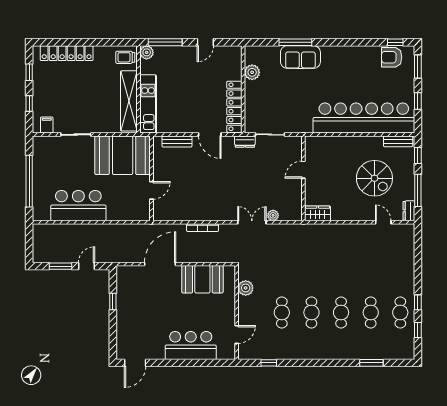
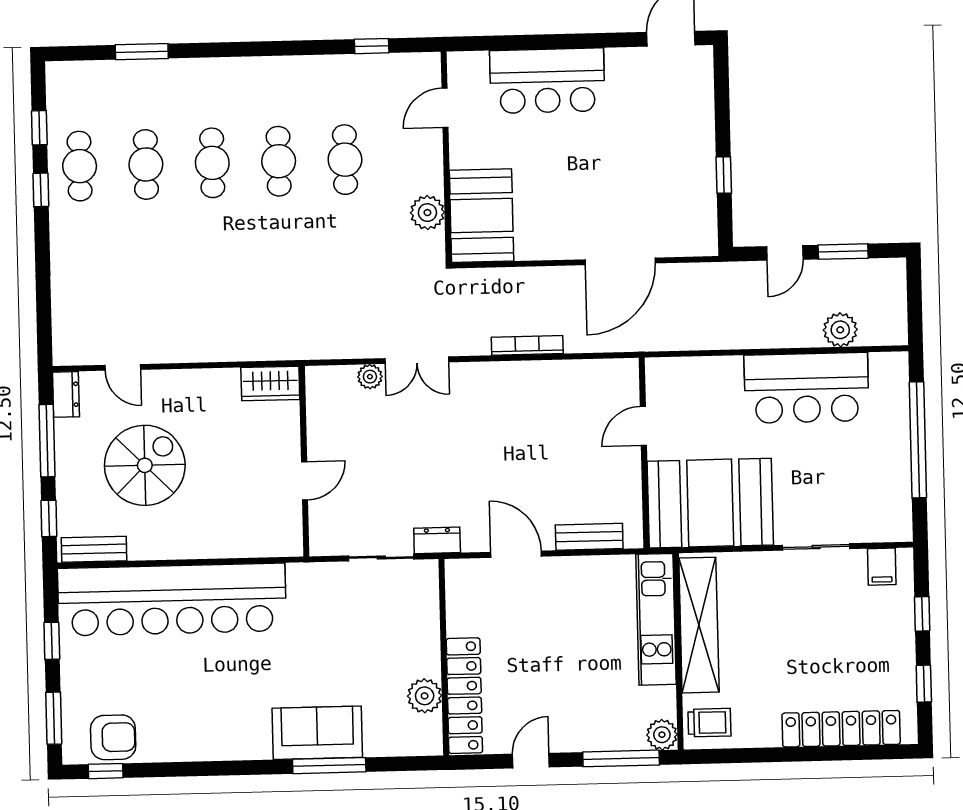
locker: (234, 107) -> (464, 696), moved
spiral stairs: (374, 178) -> (145, 465), turned 90
plant: (63, 231) -> (840, 330), added
booth: (202, 279) -> (482, 216), moved, turned 90

